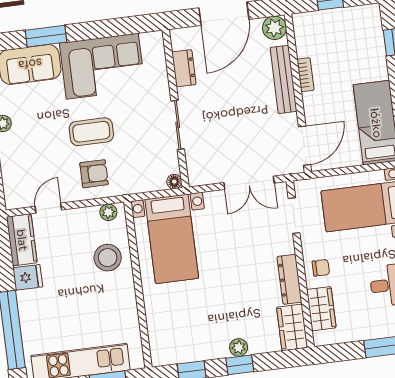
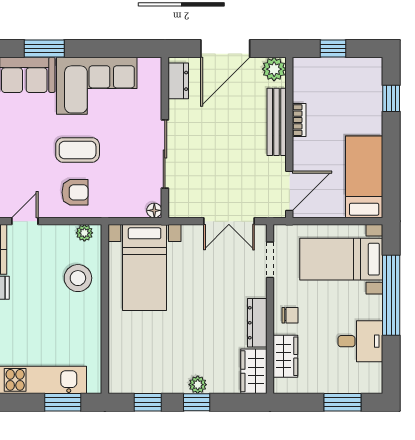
dresser: (184, 68) -> (178, 81), moved
sliding door: (178, 125) -> (165, 154), width x1.37

